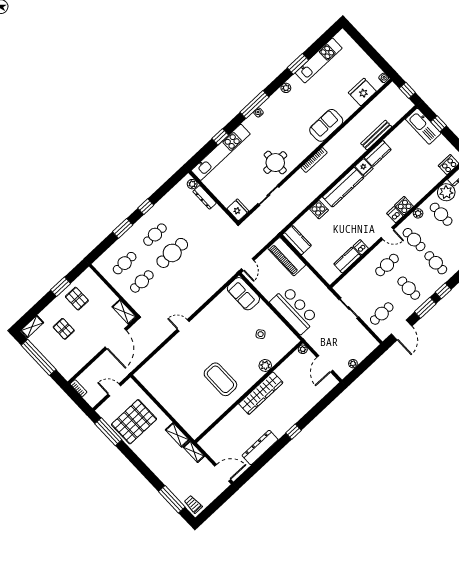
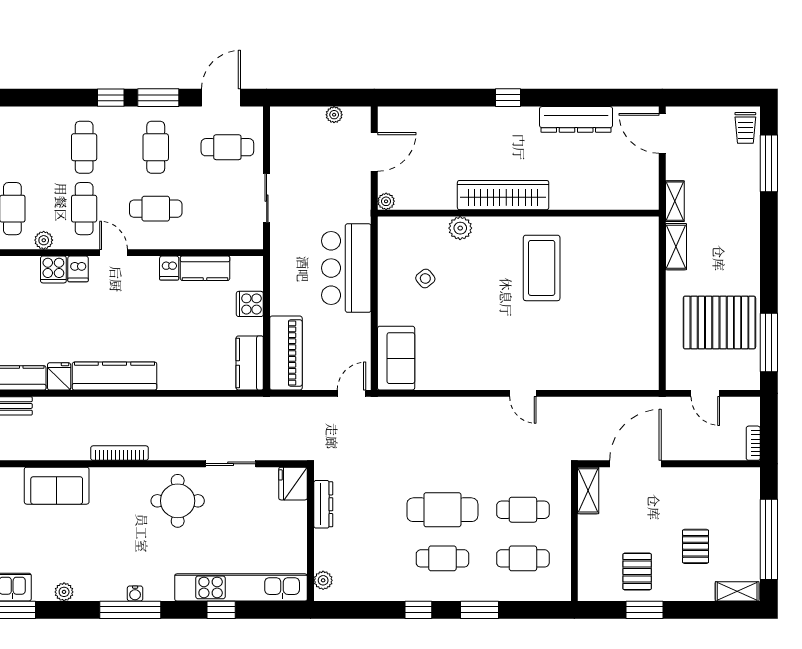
dresser: (205, 197) -> (323, 504), moved
cooker: (319, 210) -> (250, 304), moved, turned -90

